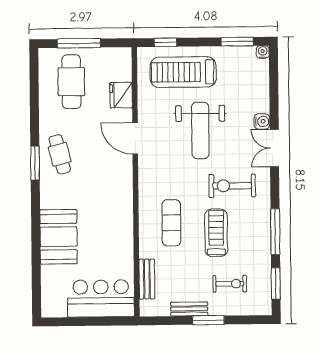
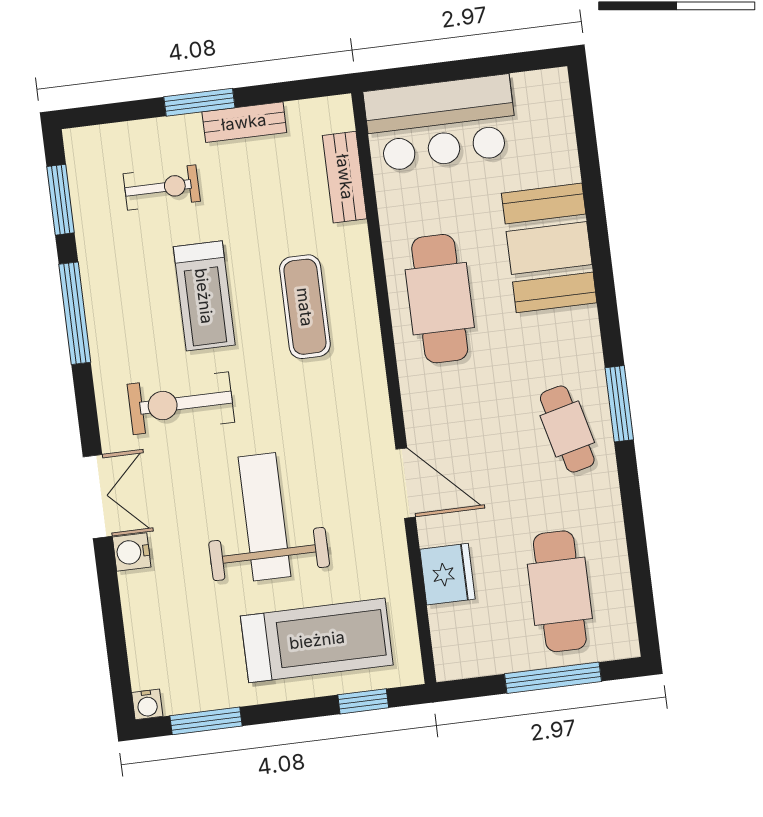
exercise bike: (232, 186) -> (181, 403), turned 180
cafe table: (110, 220) -> (440, 299), added
exercise bike: (230, 284) -> (162, 187), turned 180

